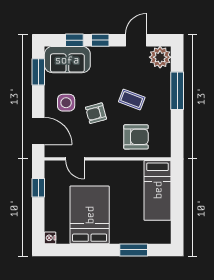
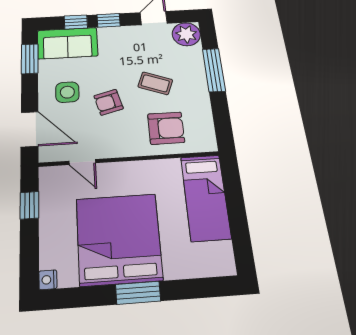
bed: (90, 215) -> (119, 239), width x1.36
window: (134, 250) -> (138, 293), moved

